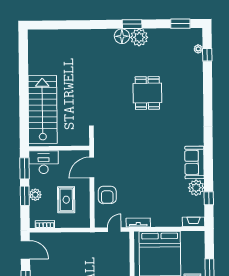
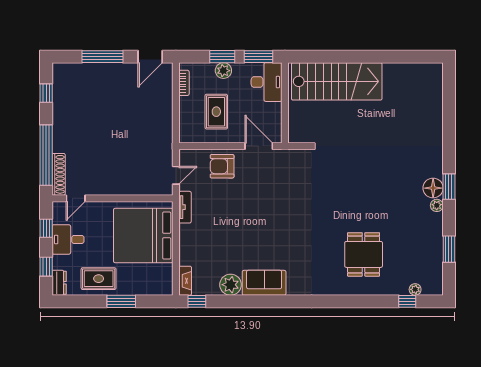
window: (132, 24) -> (449, 187), moved
window: (180, 24) -> (449, 249), moved
plant: (139, 37) -> (437, 205), width x0.53, depth x0.53
dining table: (147, 93) -> (364, 254), moved, turned 90
window: (209, 198) -> (197, 301), moved
rug: (66, 200) -> (216, 112), turned 90
door: (114, 230) -> (176, 175), hinge flipped

